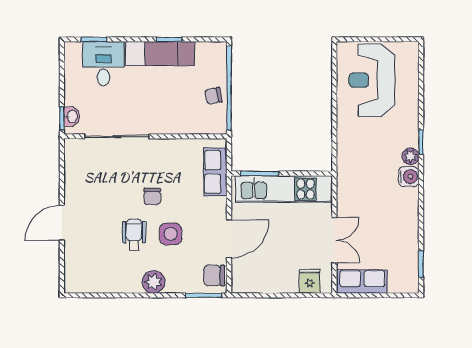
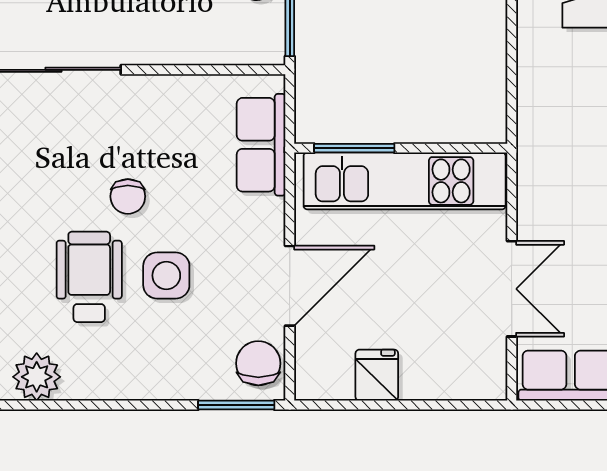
wheelchair: (134, 235) -> (89, 277), width x1.36, depth x1.37
chair: (214, 276) -> (258, 363), turned 90
fridge: (310, 281) -> (377, 375), moved
plant: (154, 282) -> (37, 377), moved

